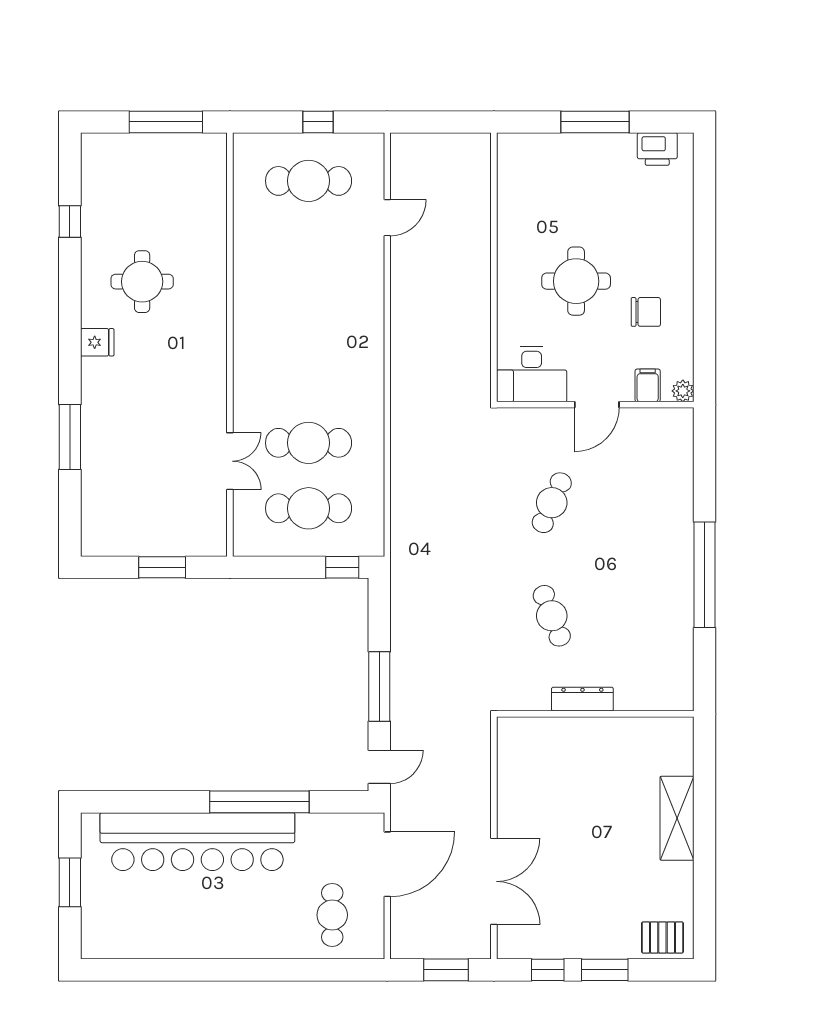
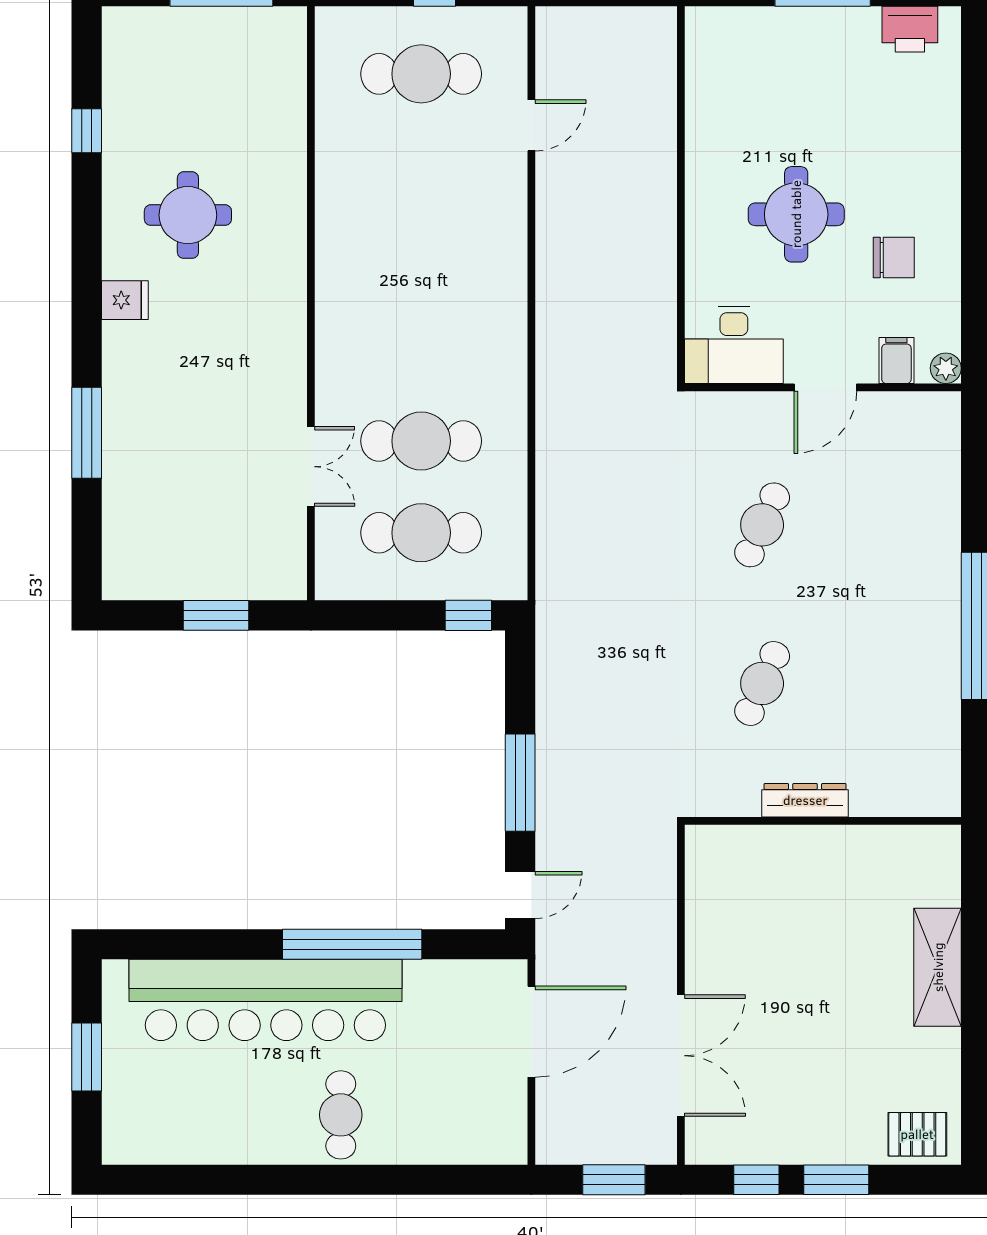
cafe table: (552, 616) -> (762, 683), turned 45
cafe table: (332, 915) -> (341, 1115), moved

